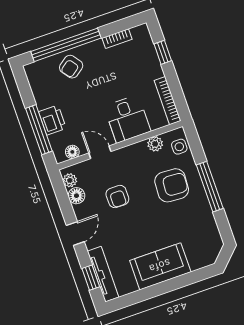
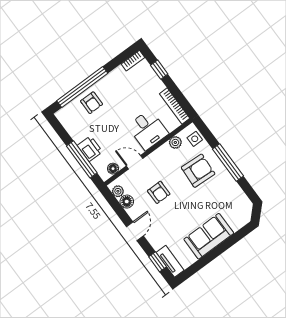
bookcase: (117, 39) -> (133, 61), moved
armchair: (71, 67) -> (92, 103), turned -53
tv unit: (103, 274) -> (170, 261), width x0.71

